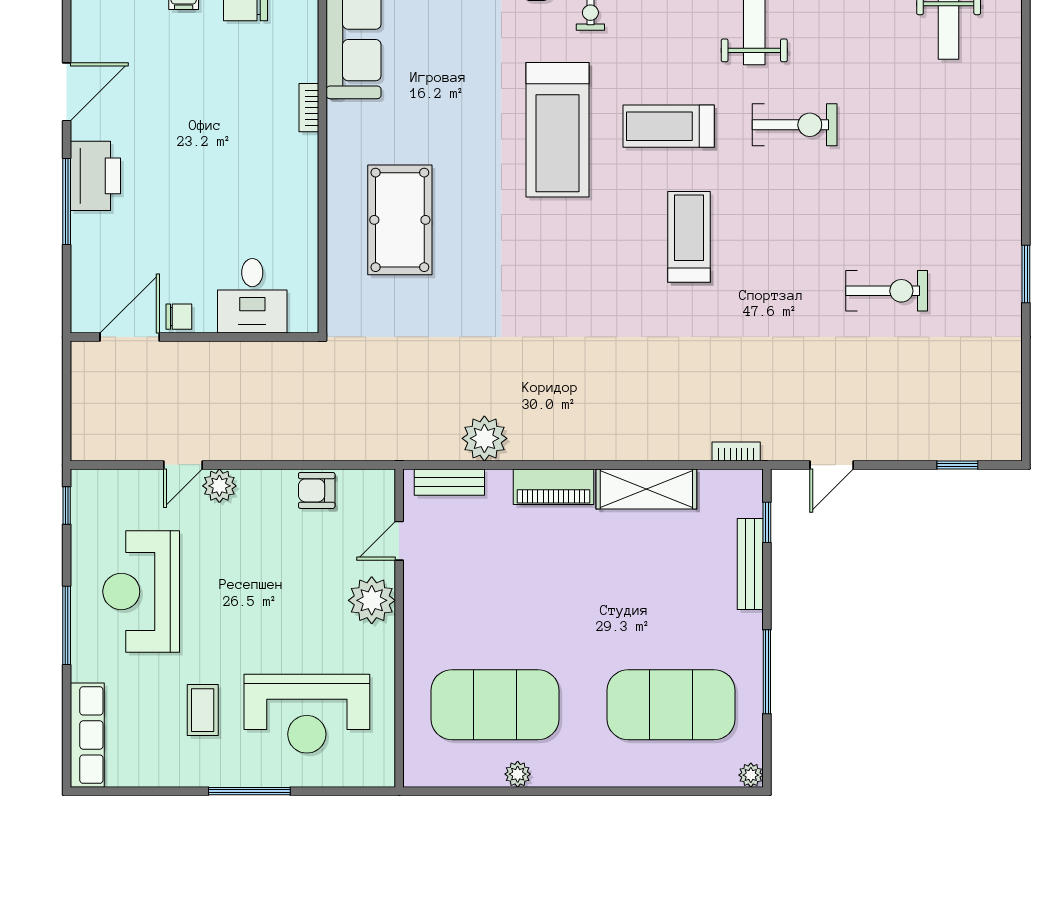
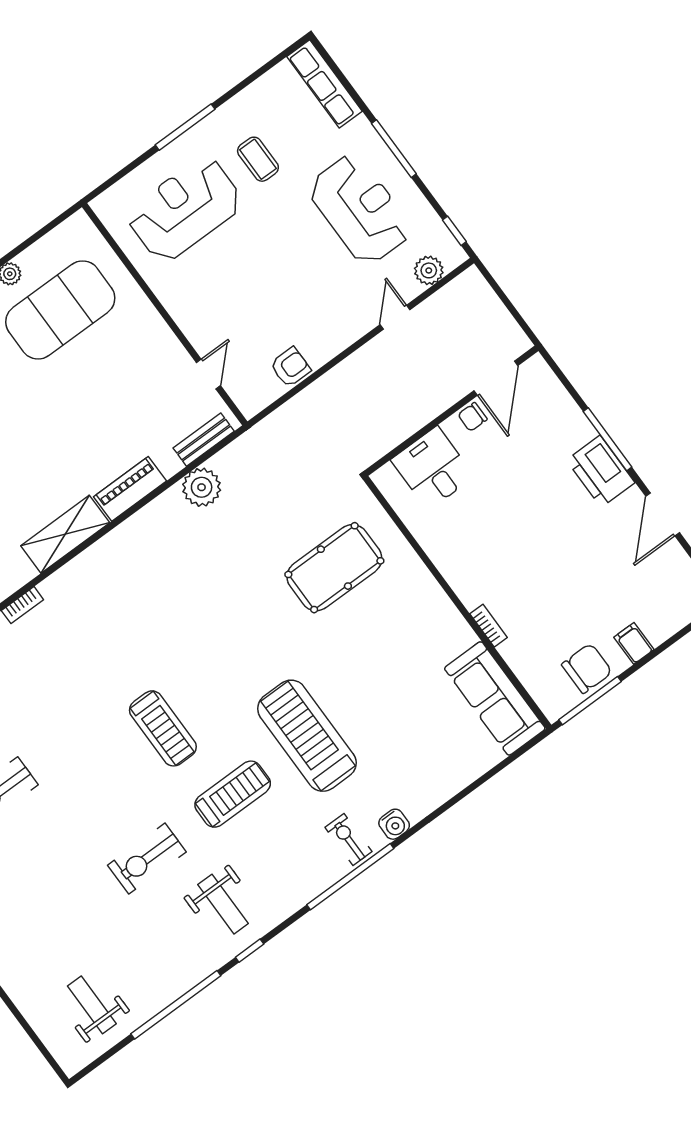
pool table: (400, 220) -> (334, 568), moved, turned 90
plant: (219, 486) -> (429, 270), moved
plant: (372, 600) -> (197, 320), removed

